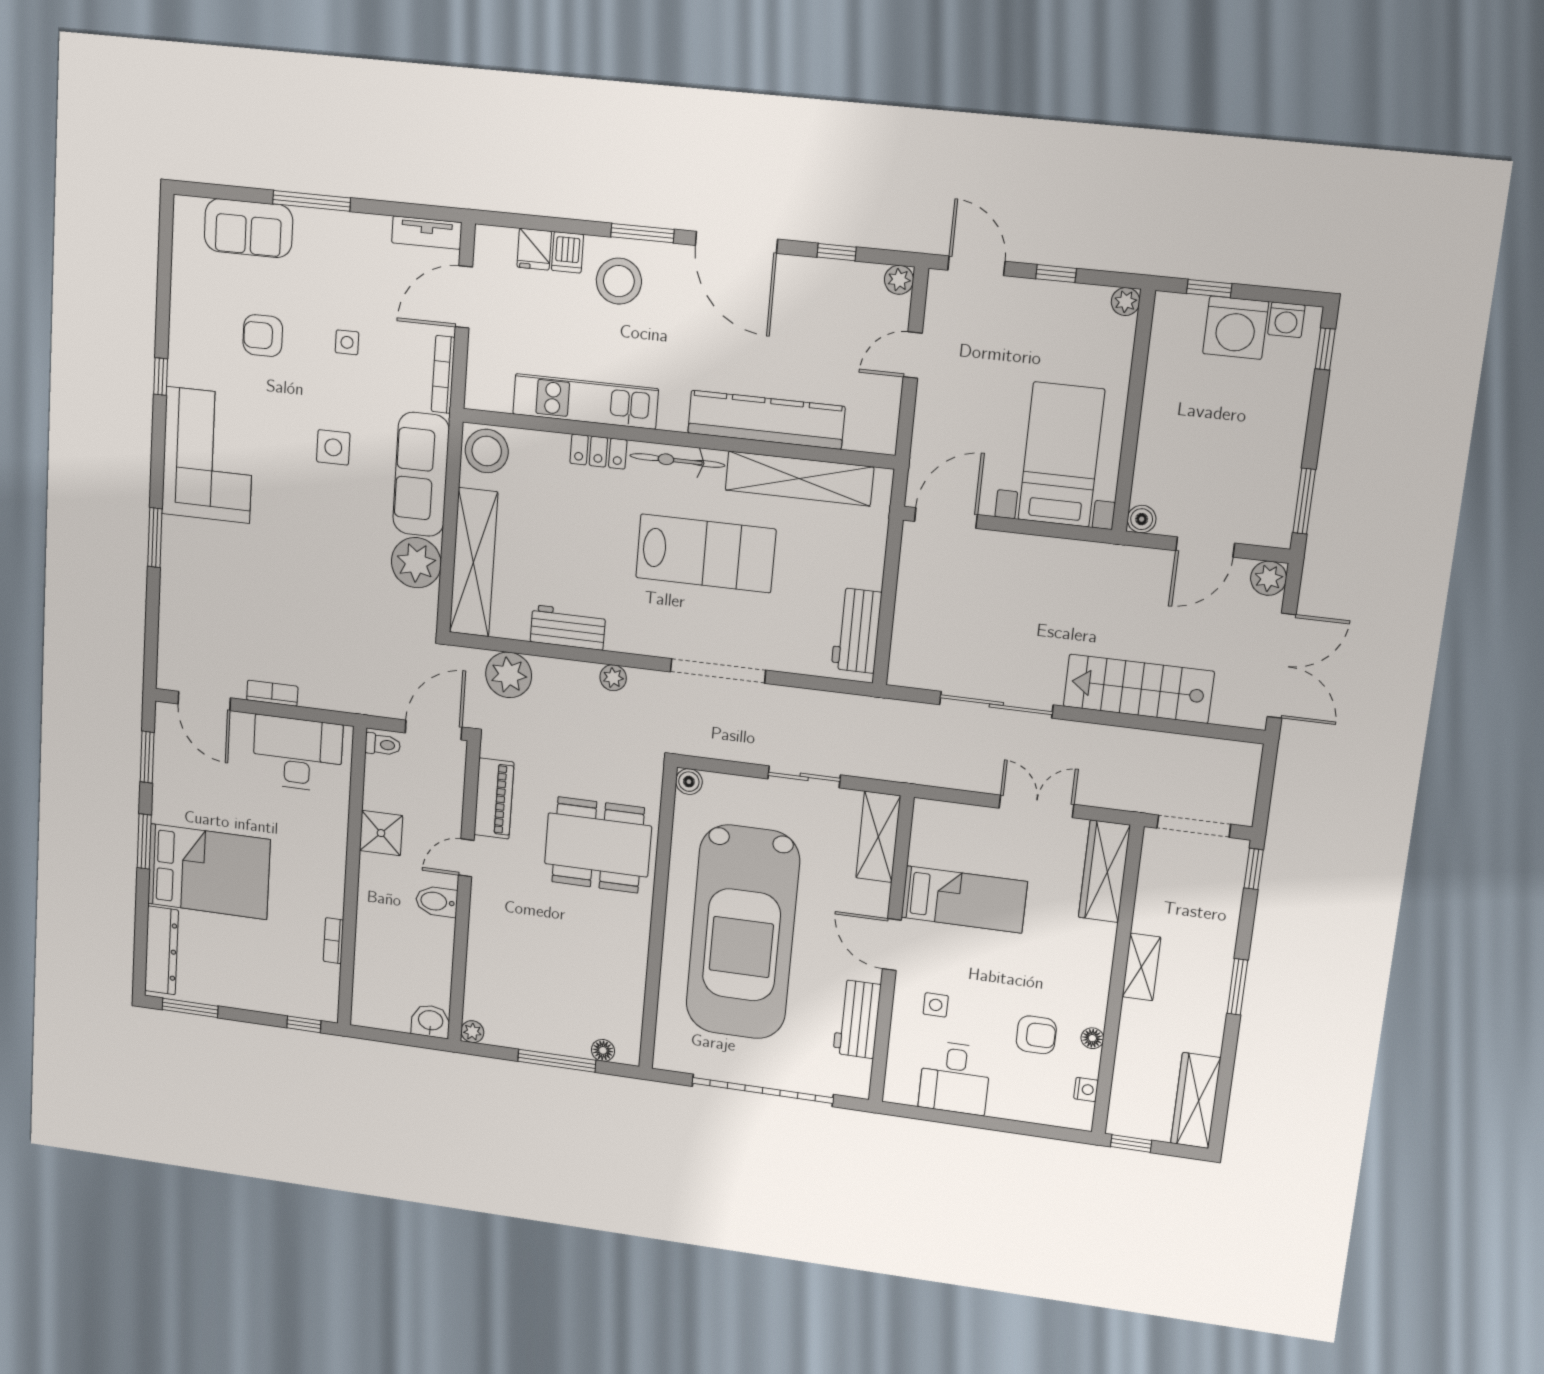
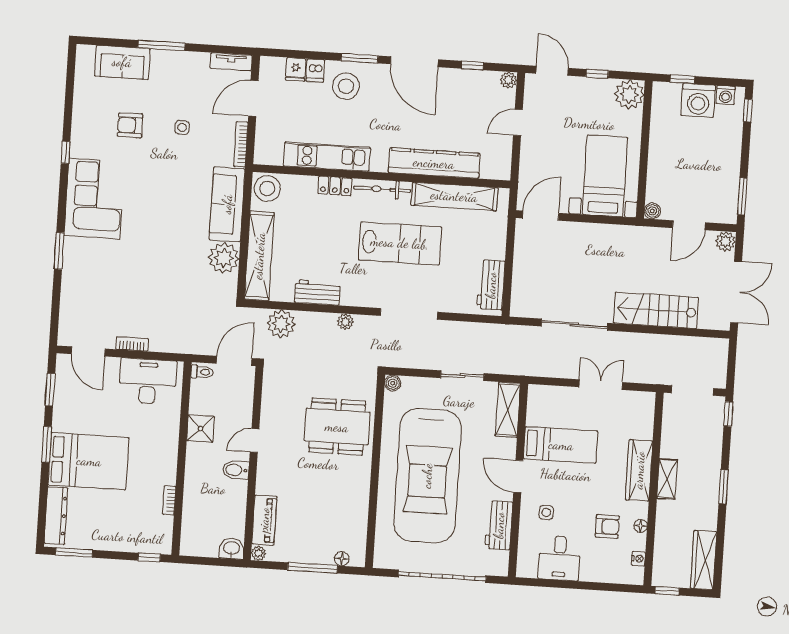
plant: (1126, 302) -> (629, 94), width x1.88, depth x1.88
side table: (333, 447) -> (173, 190), removed
piano: (494, 799) -> (264, 520), moved
wardrobe: (1104, 871) -> (639, 470), moved

